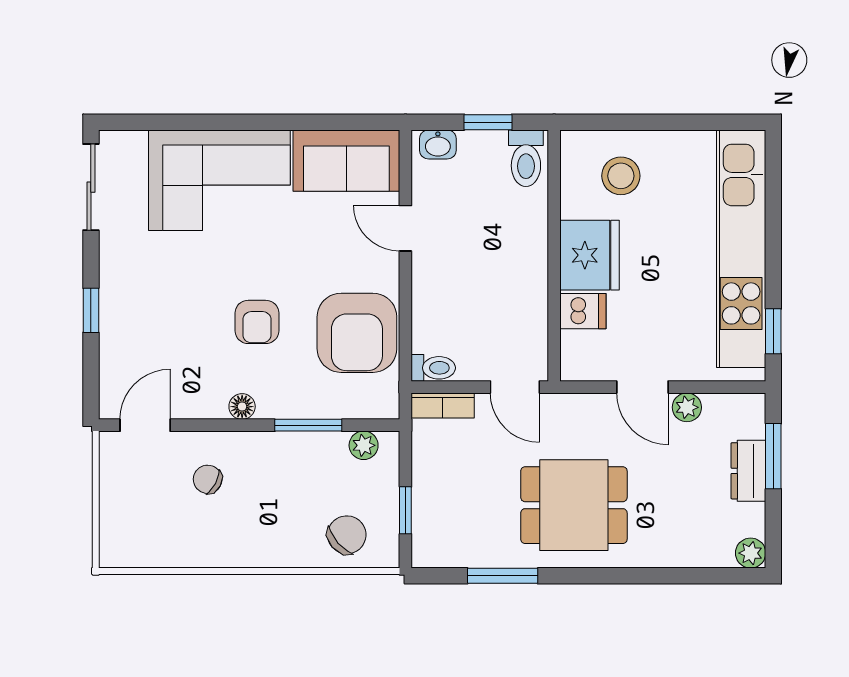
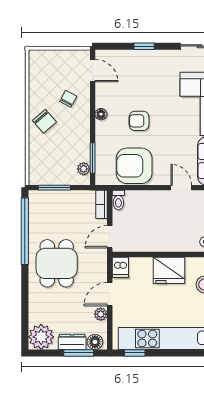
door: (405, 228) -> (181, 188), hinge flipped
dishwasher: (583, 311) -> (120, 267), moved
floor lamp: (749, 420) -> (95, 342), added
window: (308, 425) -> (93, 158), moved
window: (405, 510) -> (54, 188), width x1.50
chair: (347, 535) -> (45, 121), moved
plant: (751, 553) -> (41, 337), width x1.87, depth x1.87
window: (503, 576) -> (25, 231), width x2.11

